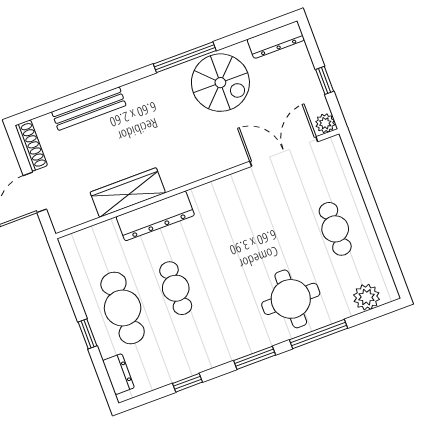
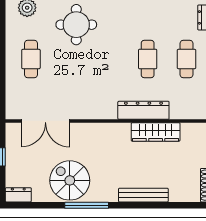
dresser: (276, 40) -> (18, 195), width x0.70
bench: (89, 109) -> (143, 195), moved
plant: (325, 123) -> (12, 129), removed
cafe table: (123, 308) -> (186, 59), width x0.73, depth x0.74

